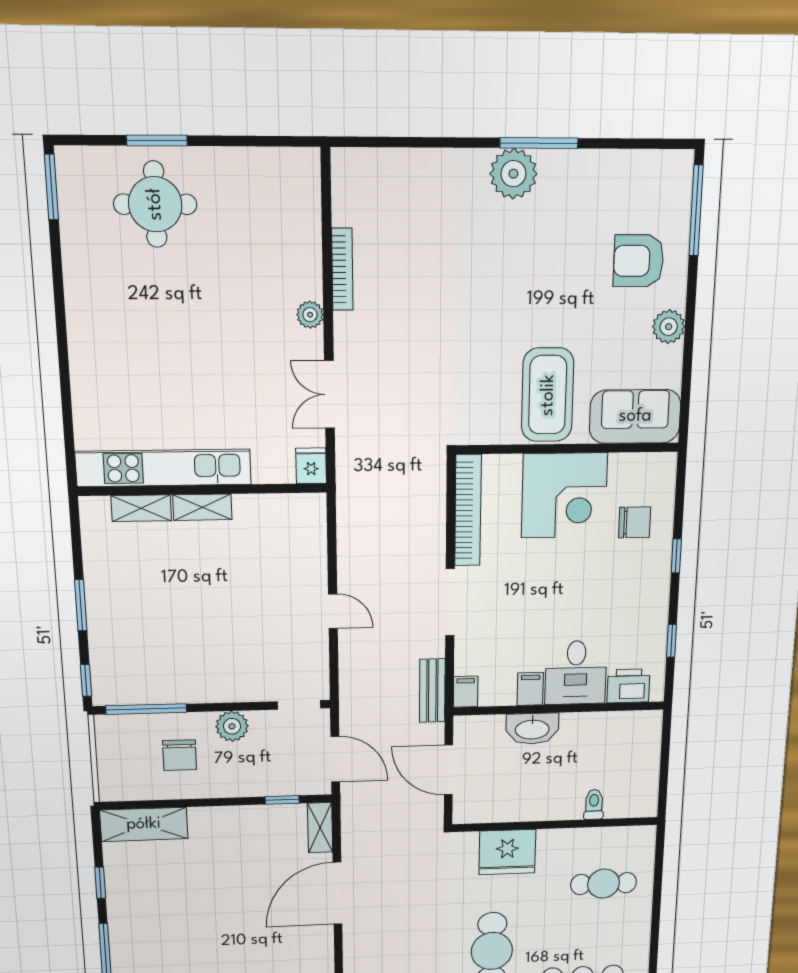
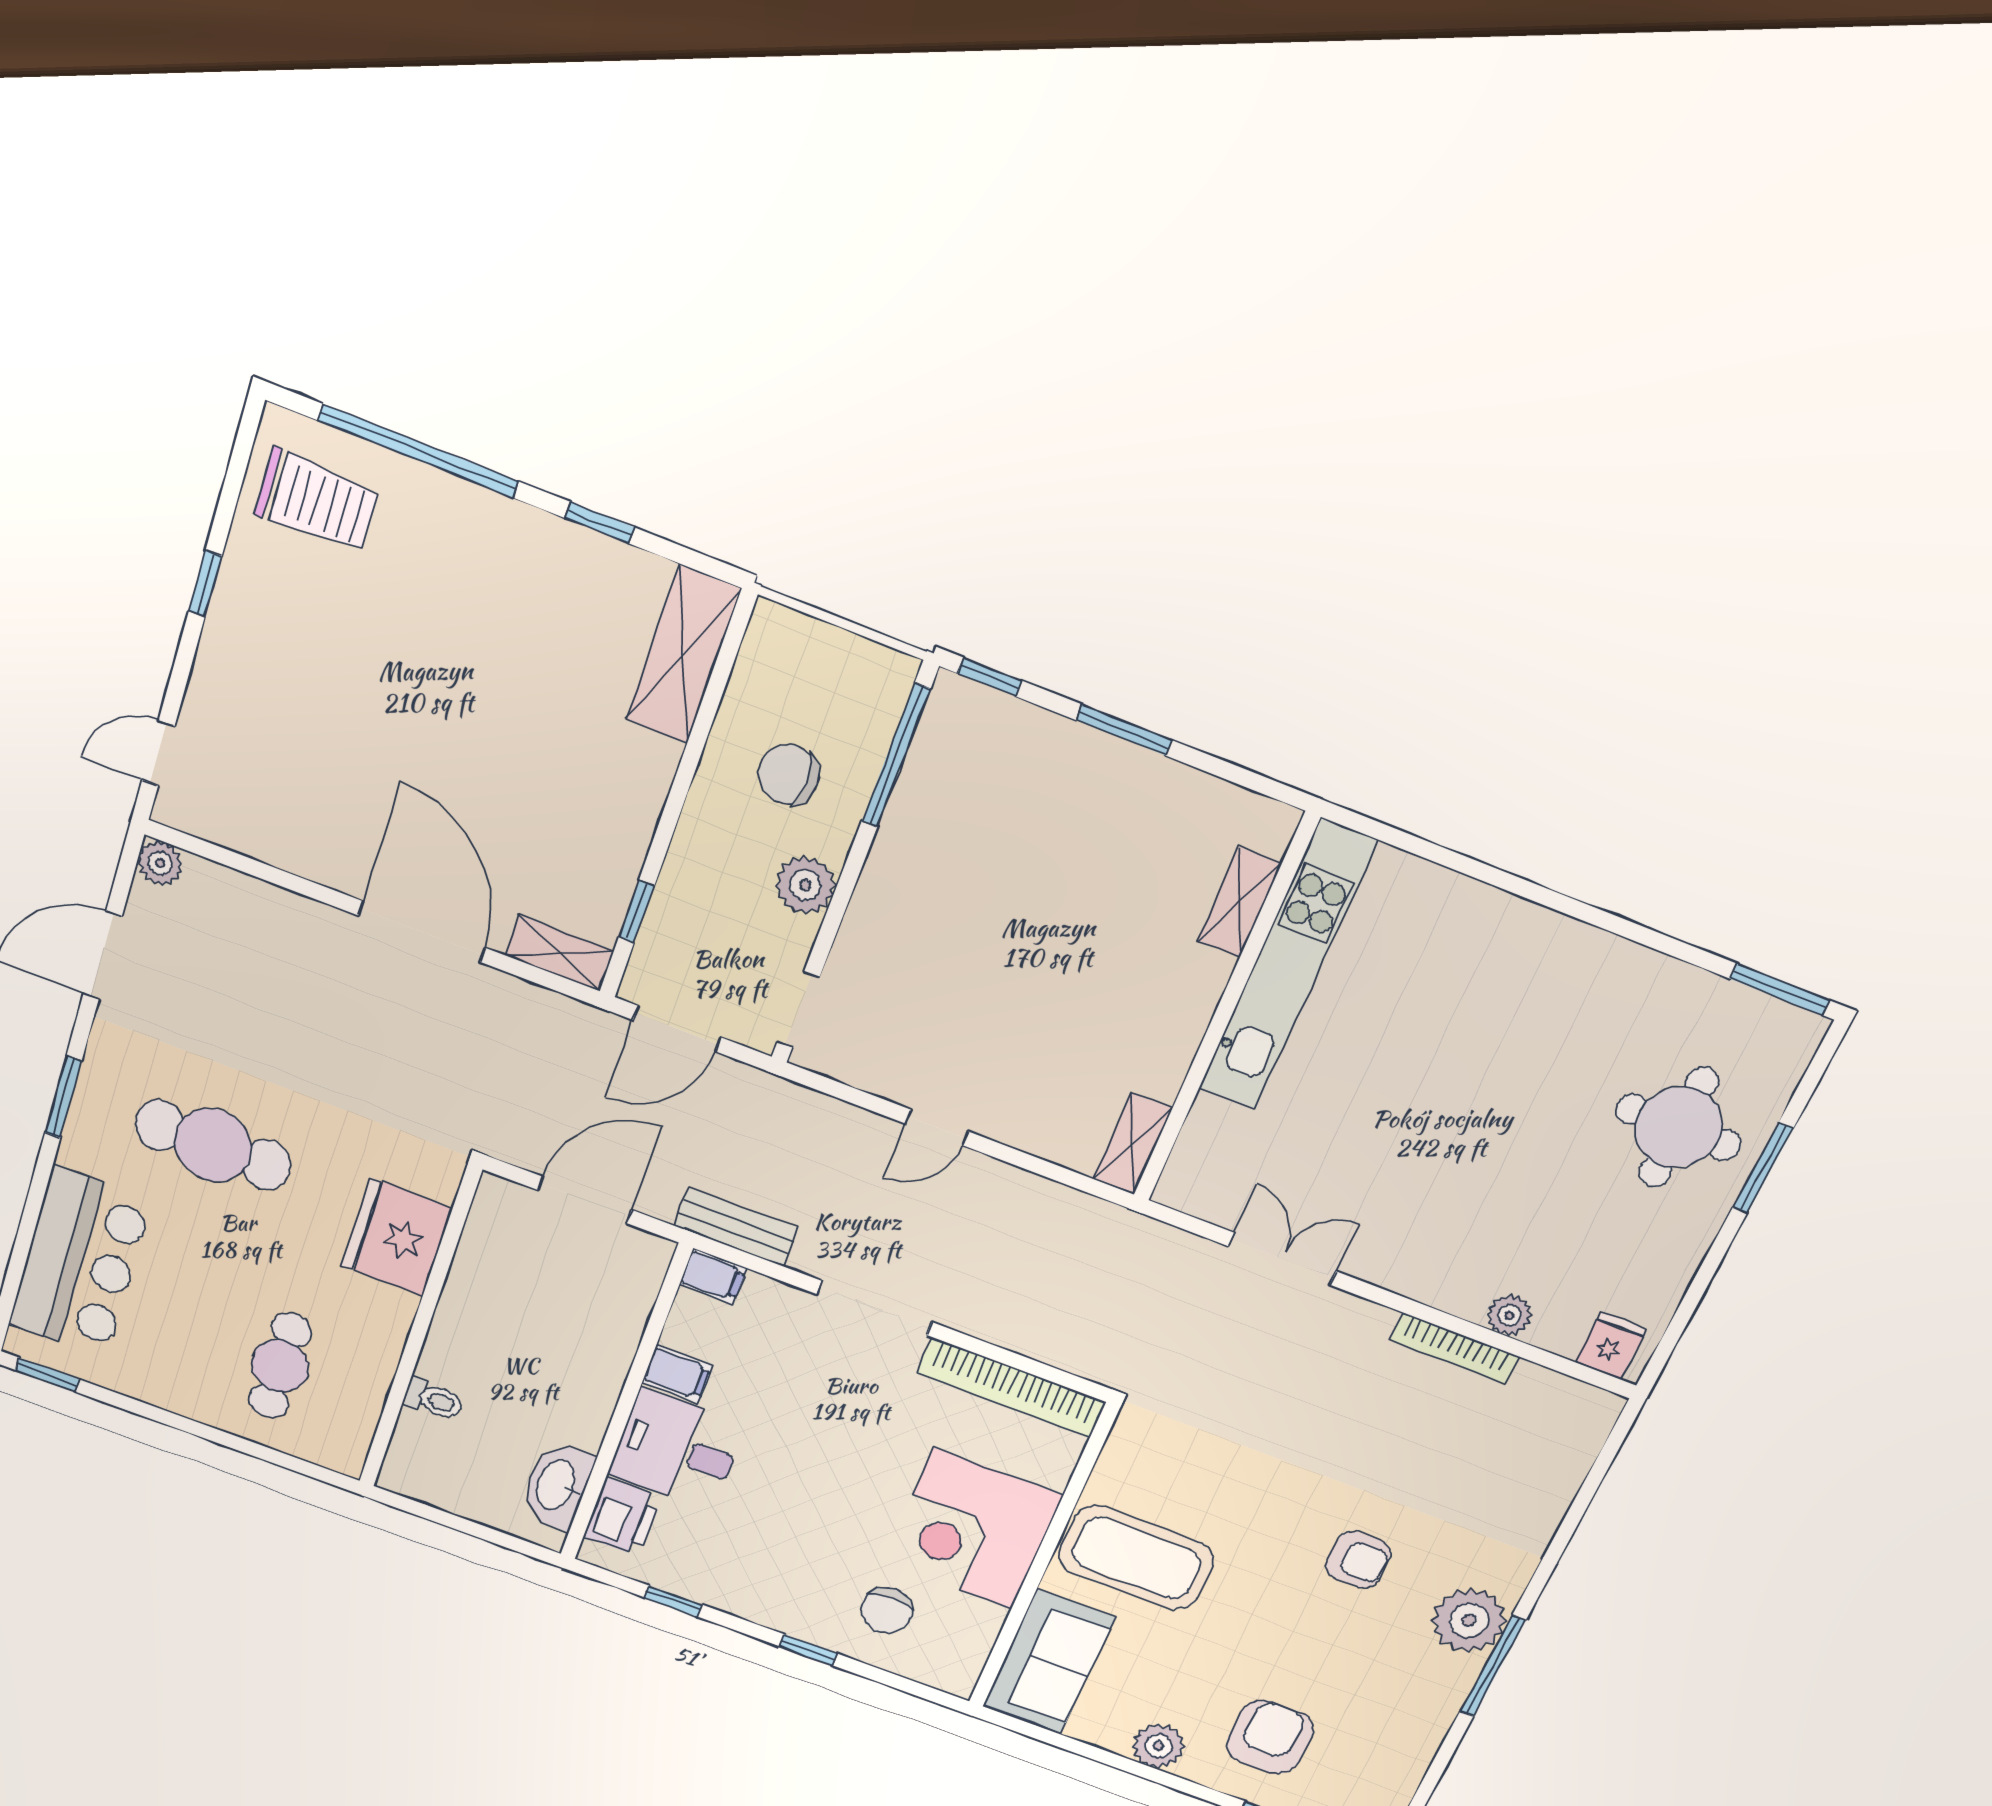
armchair: (499, 262) -> (1358, 1560), added
plant: (310, 315) -> (1509, 1315), moved
fridge: (311, 466) -> (1611, 1346), moved, turned -90
shelving: (202, 507) -> (1133, 1144), moved
washbasin: (532, 729) -> (557, 1485), moved

